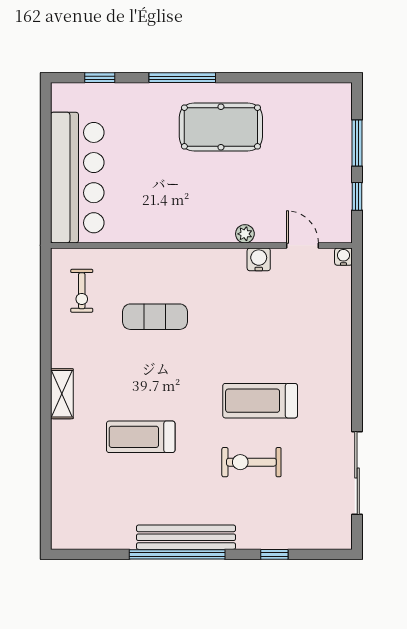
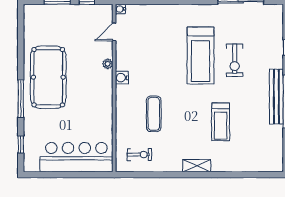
pool table: (221, 127) -> (48, 77), width x1.36, depth x1.32
water cooler: (259, 259) -> (122, 78), moved
treadmill: (260, 401) -> (200, 55), width x1.37, depth x1.38

